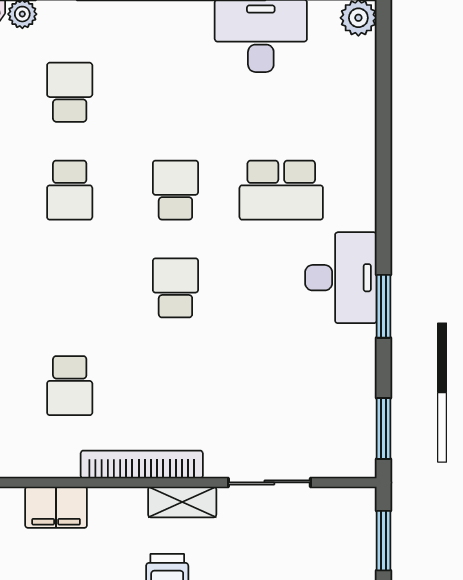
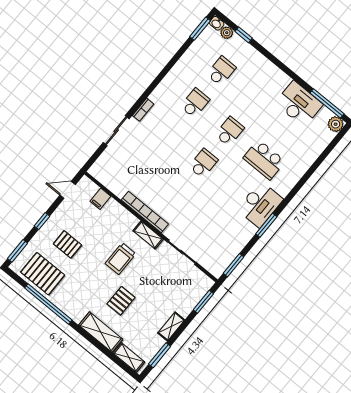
school desk: (70, 190) -> (195, 103), turned 180
school desk: (70, 386) -> (142, 167), removed
filing cabinet: (56, 507) -> (100, 199), width x0.50

